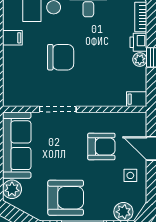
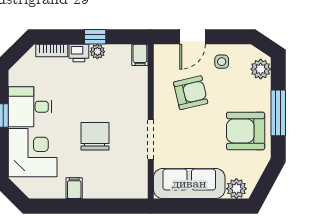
armchair: (101, 146) -> (191, 93), turned 77
armchair: (66, 198) -> (246, 131), turned -90

